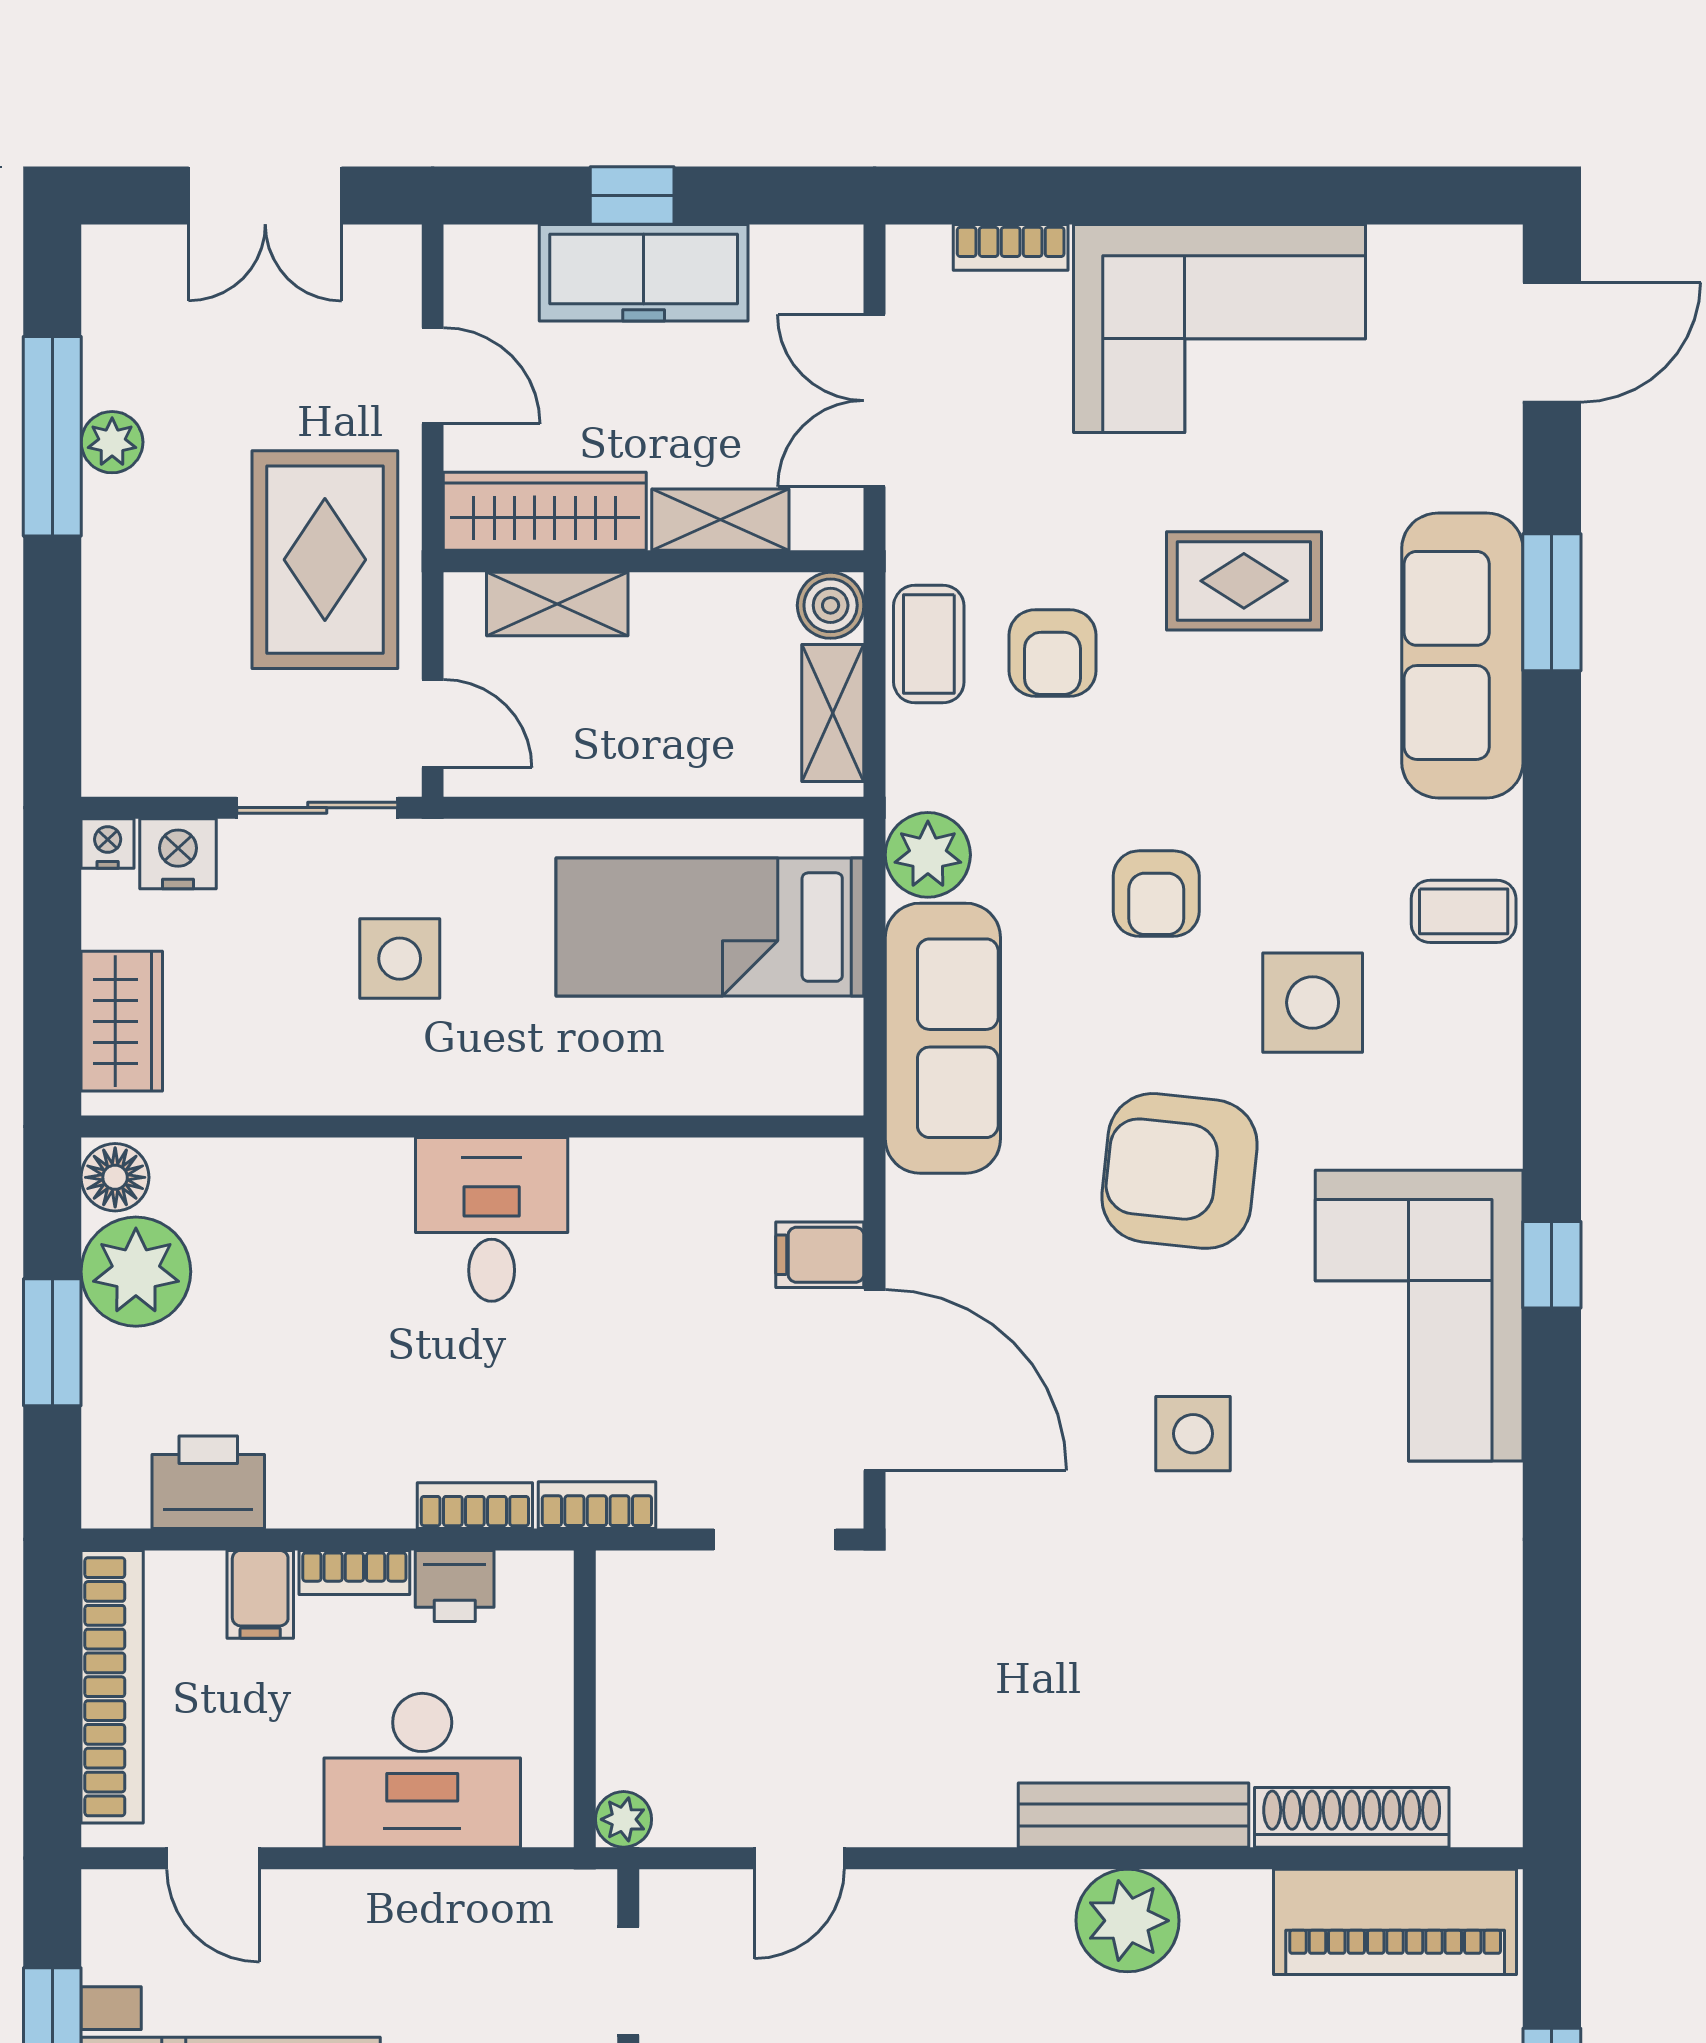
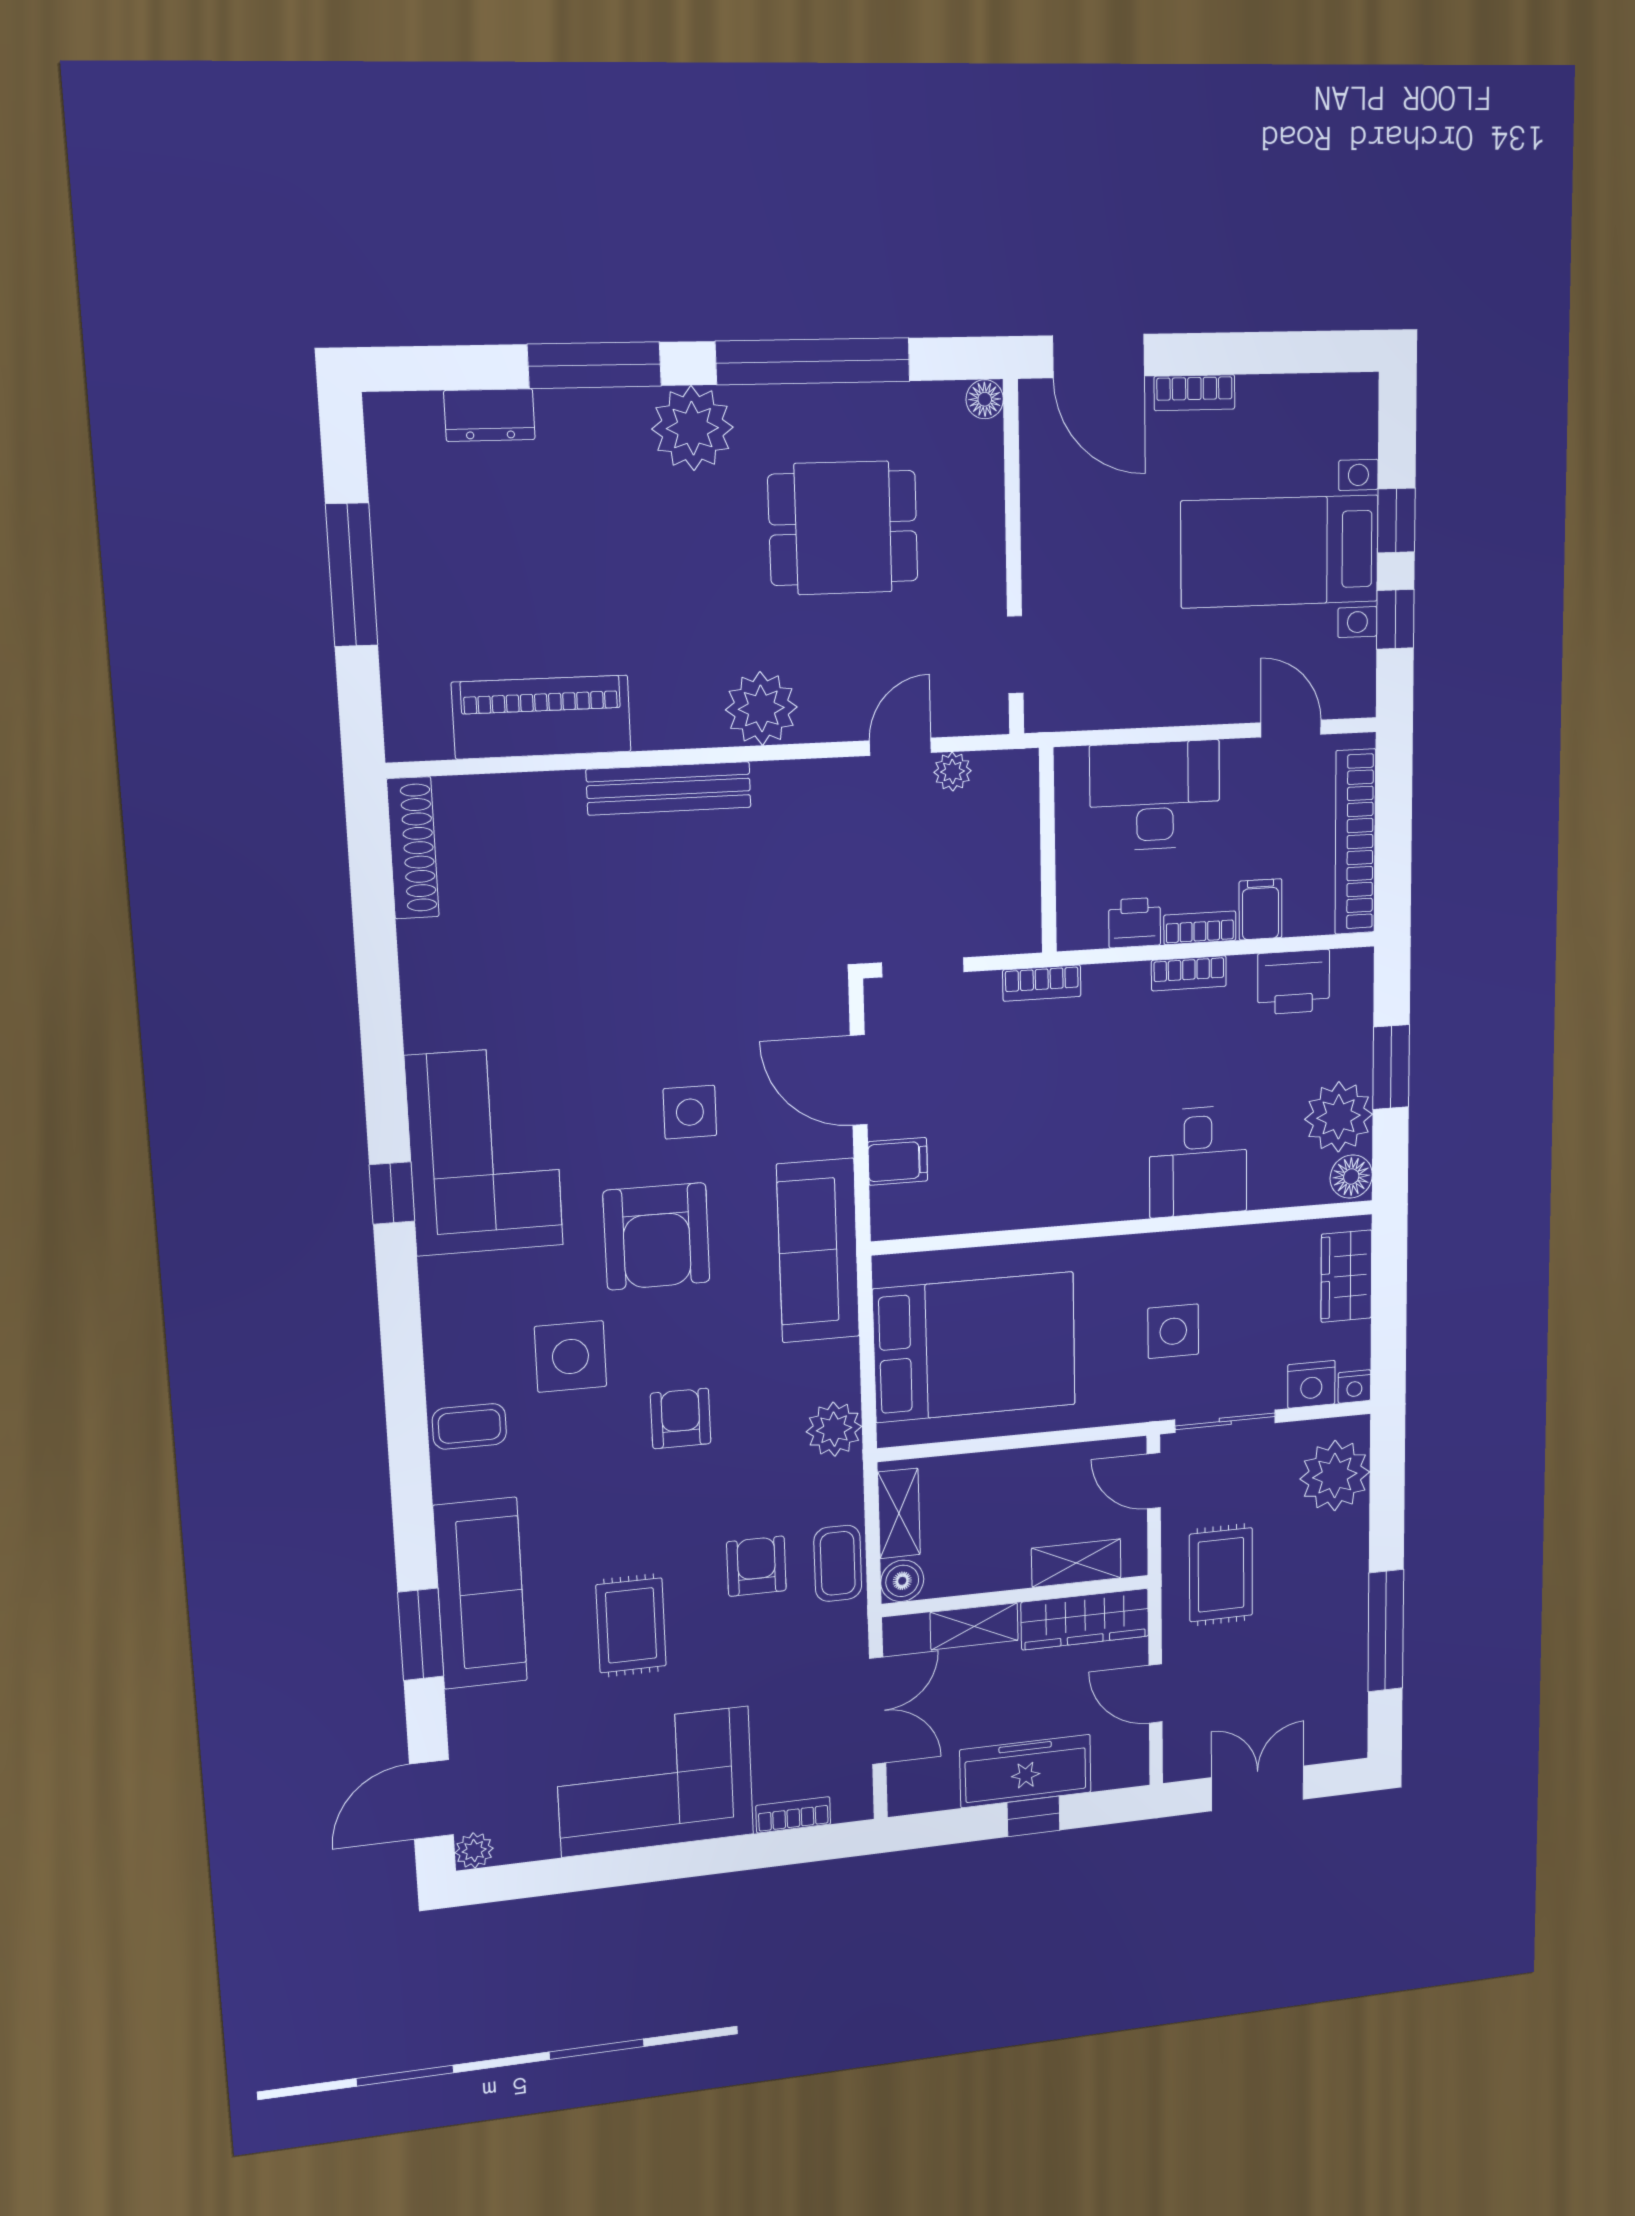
plant: (1494, 253) -> (474, 1850), added
plant: (112, 442) -> (1335, 1476), moved, width x1.87, depth x1.87
rug: (325, 560) -> (1221, 1575), width x0.73, depth x0.70
rug: (1244, 581) -> (631, 1625), turned 90
bed: (710, 927) -> (975, 1347), width x1.50
sofa: (943, 1038) -> (818, 1251), moved
armchair: (1179, 1171) -> (657, 1236), turned 84
desk: (492, 1219) -> (1198, 1161), moved
door: (875, 1380) -> (859, 1080), width x0.73
side table: (1193, 1434) -> (690, 1112), moved
bookcase: (475, 1506) -> (1189, 973), moved
shoe rack: (1352, 1817) -> (413, 848), moved, turned -90
plant: (624, 1819) -> (953, 772), moved
plant: (1127, 1921) -> (761, 708), moved
piano: (1395, 1922) -> (542, 717), moved

